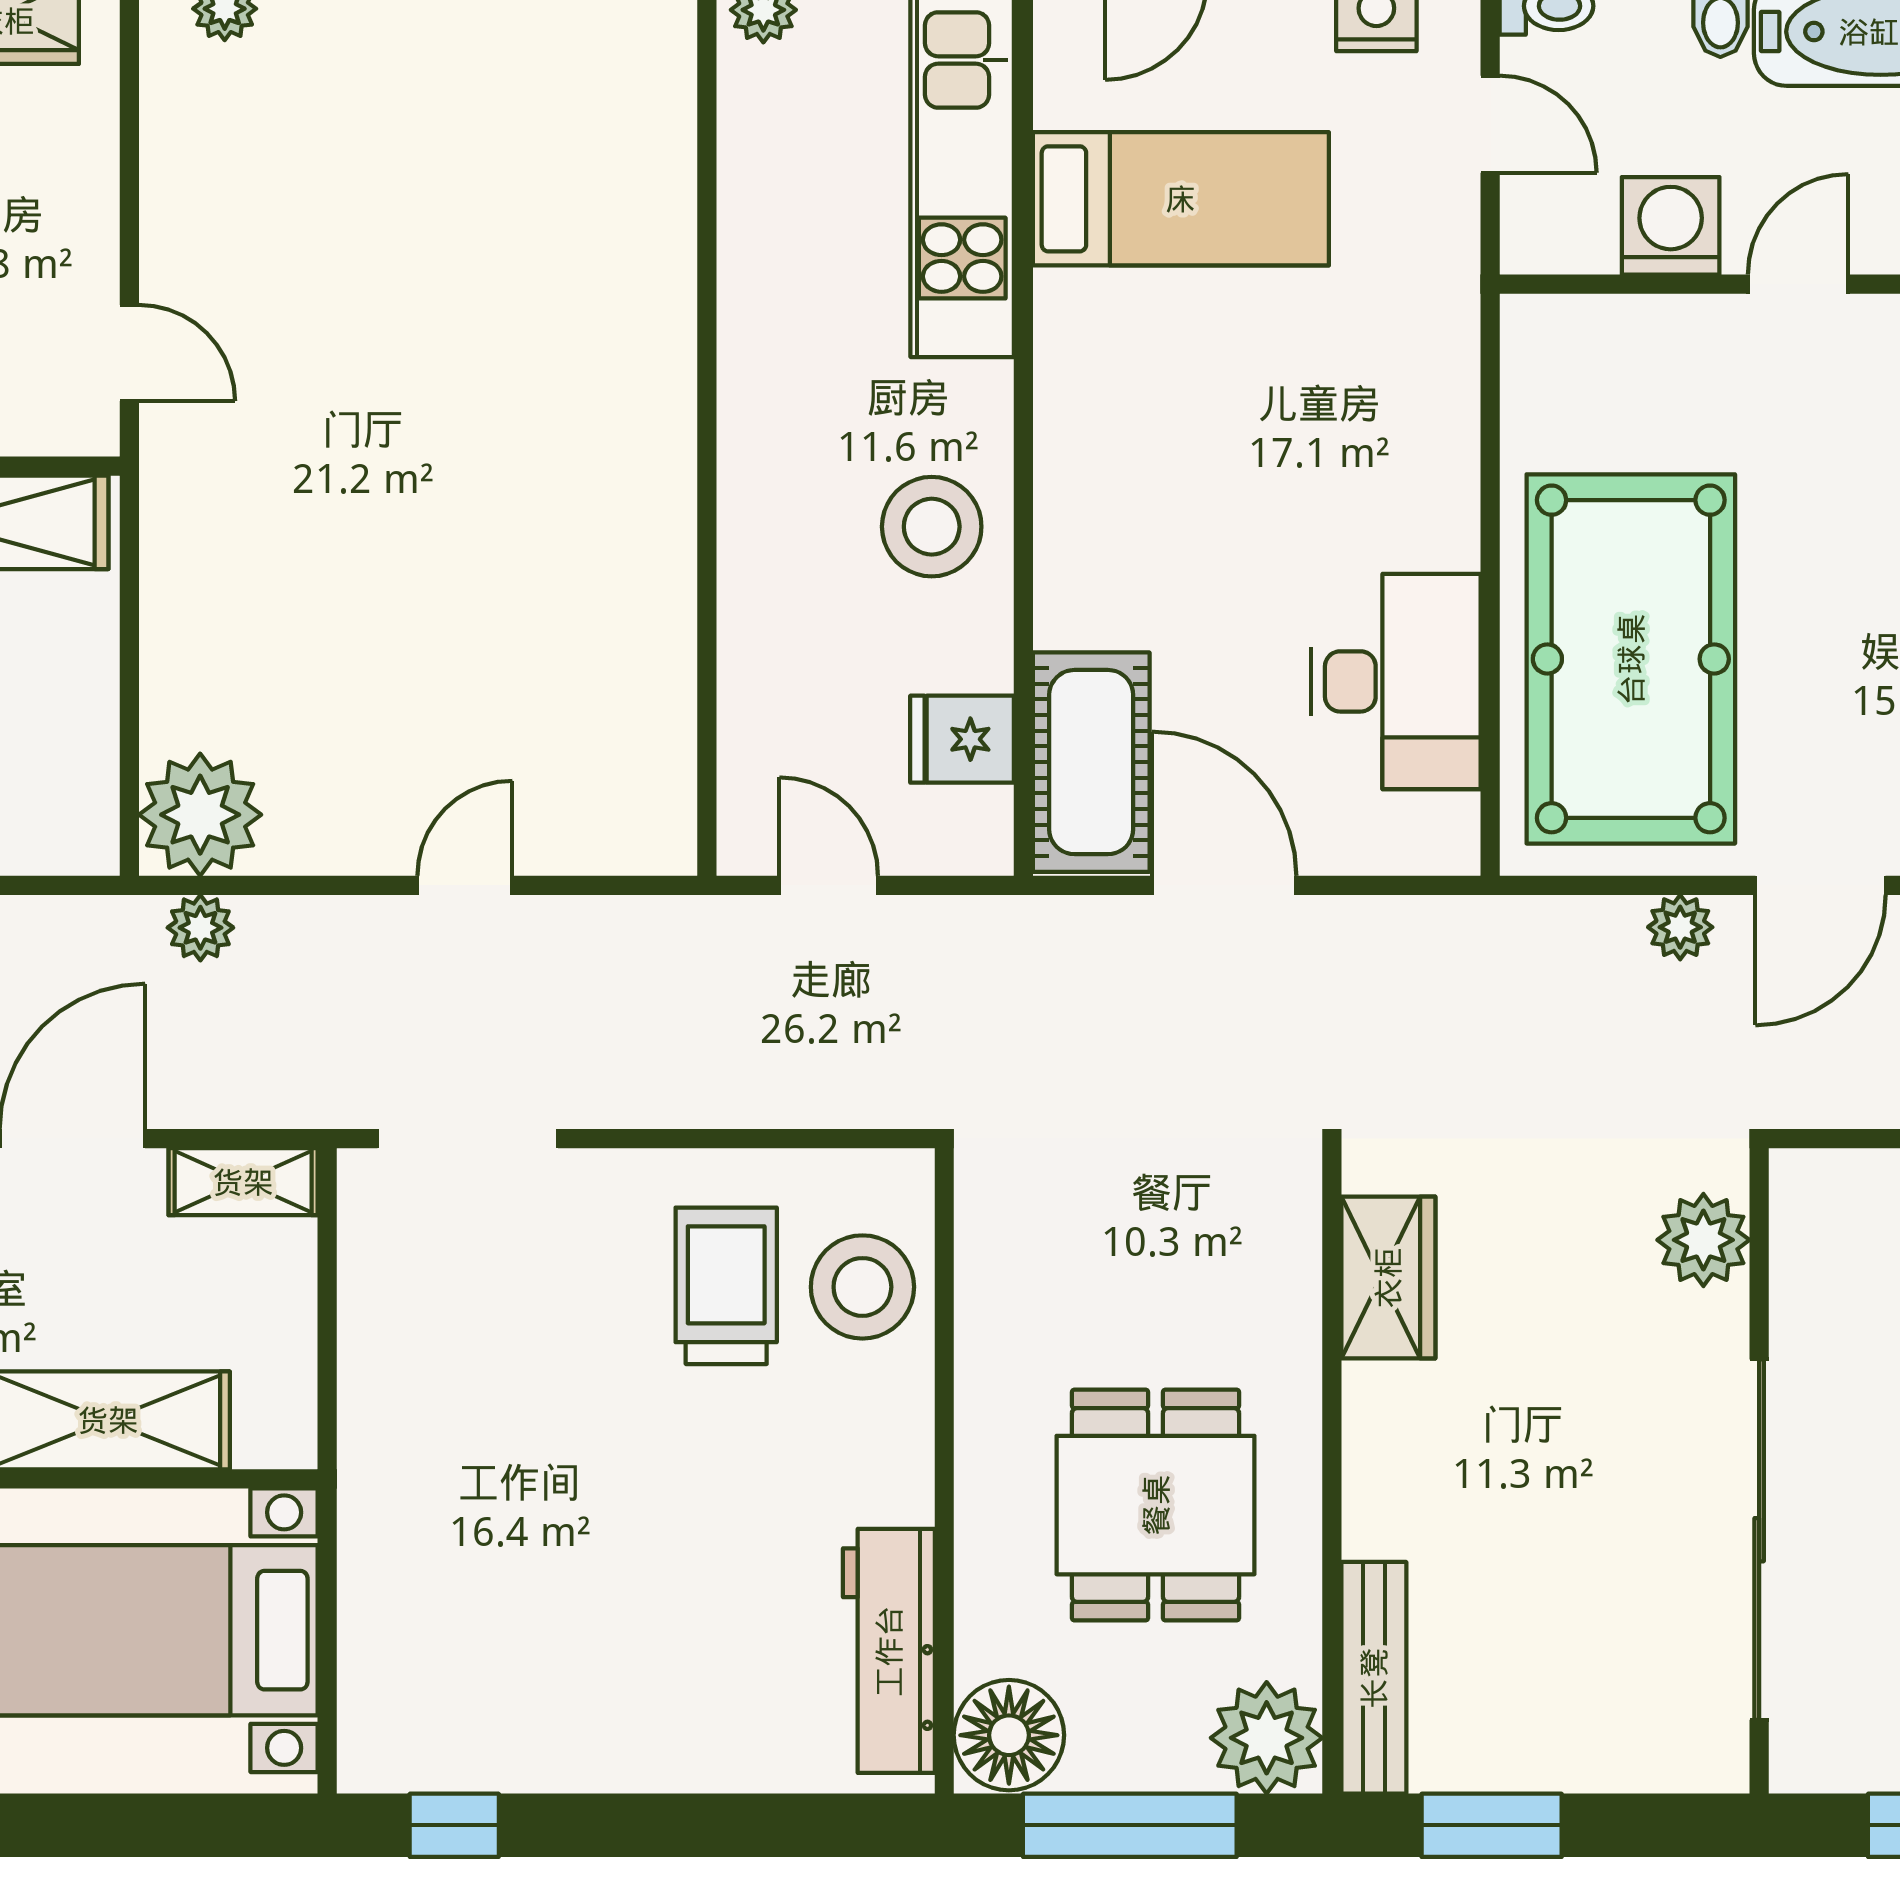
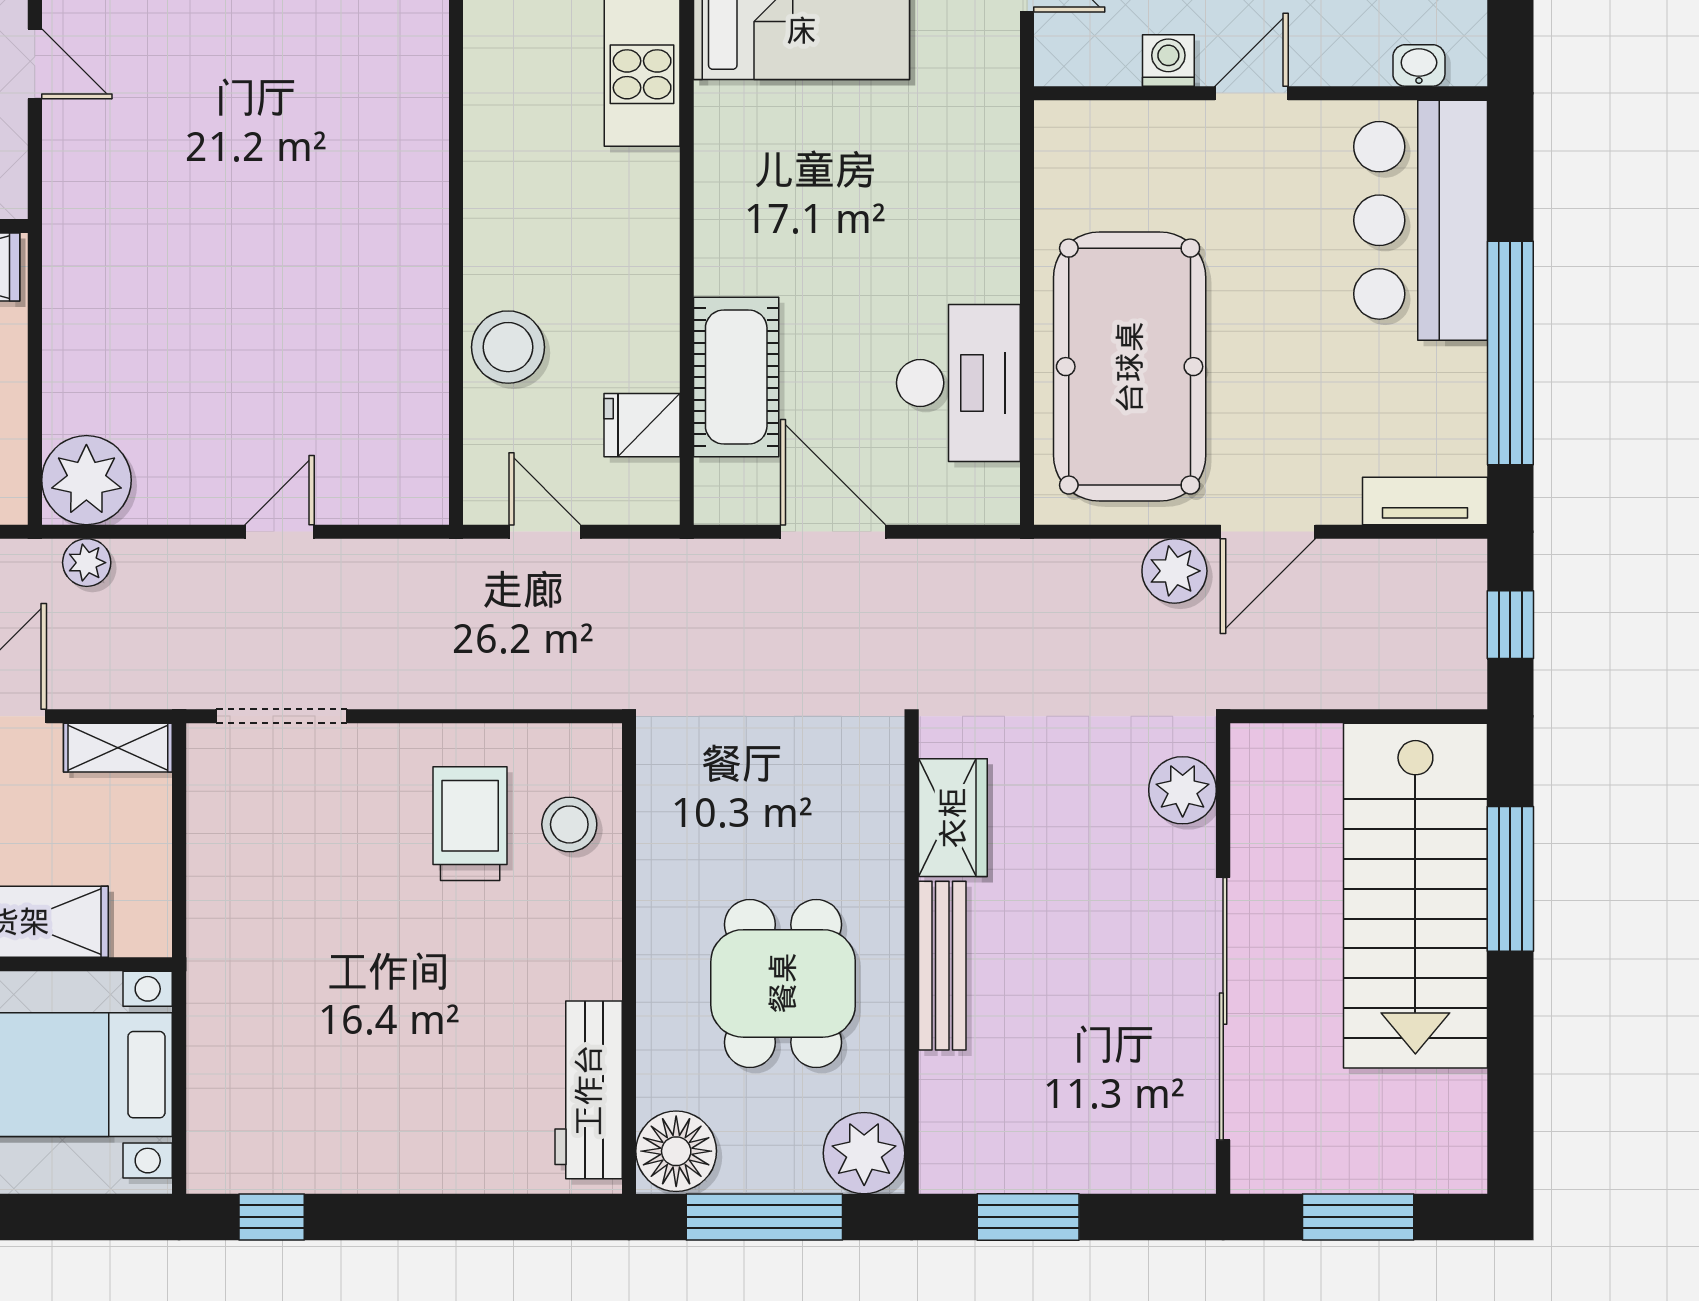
washing machine: (1671, 226) -> (1168, 61), width x0.73, depth x0.73
door: (129, 353) -> (35, 64), moved
stool: (932, 527) -> (508, 347), moved
cot: (1091, 762) -> (736, 377), moved
plant: (1680, 927) -> (1174, 571), width x1.38, depth x1.38
stool: (862, 1287) -> (569, 824), width x0.73, depth x0.73
bench: (1374, 1678) -> (942, 966), moved

